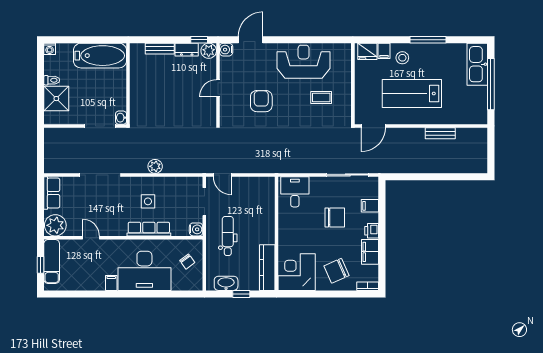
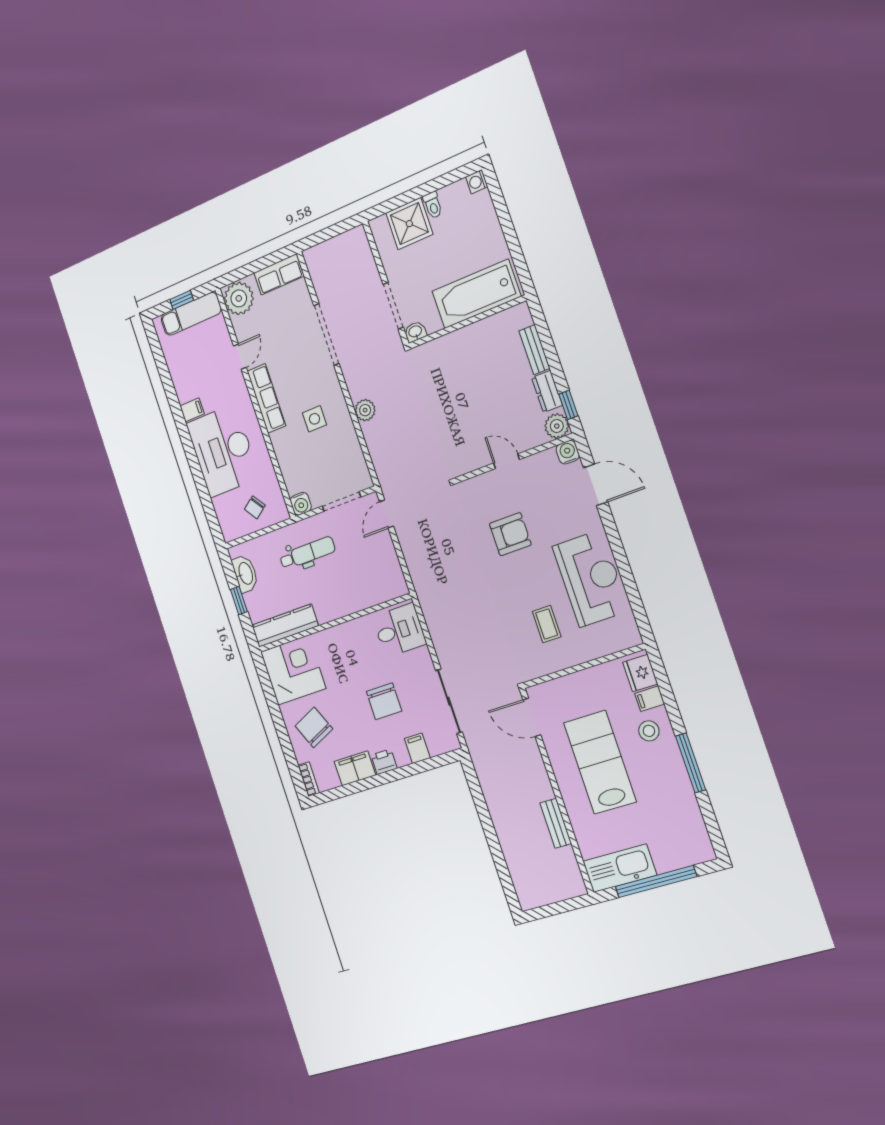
bathtub: (100, 56) -> (476, 294), moved, turned 90
kitchen sink: (477, 64) -> (620, 868), moved
row of seats: (149, 229) -> (266, 398), moved

